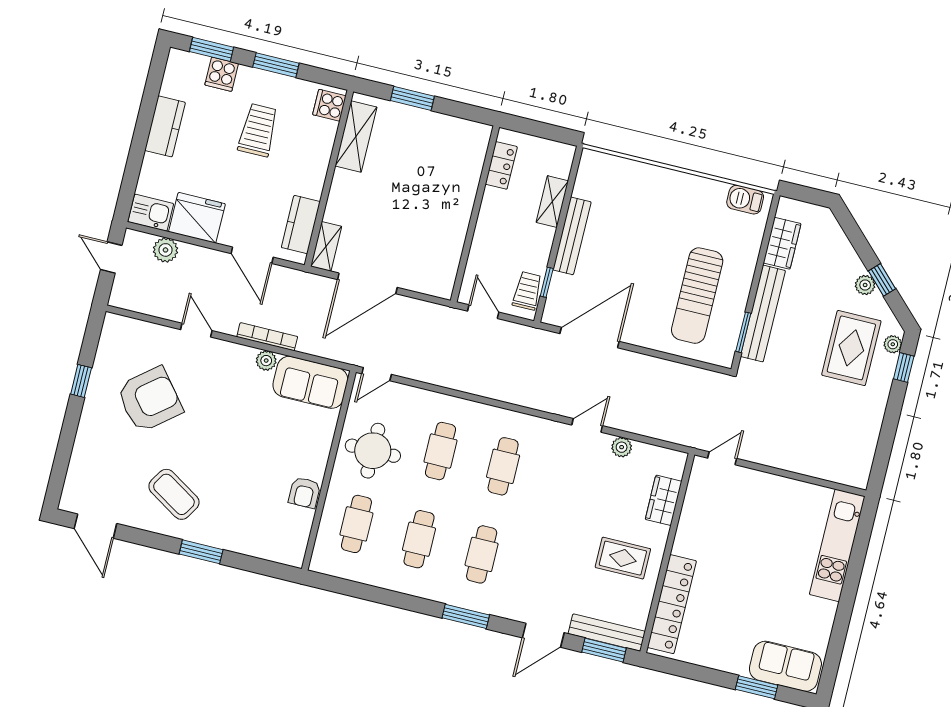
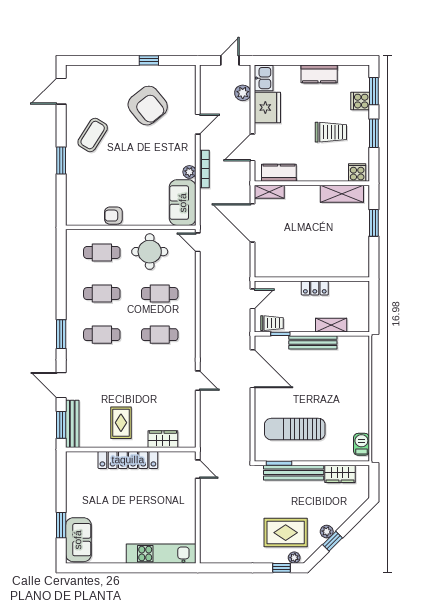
locker: (501, 165) -> (315, 288), moved
plant: (622, 447) -> (189, 405), removed
locker: (672, 604) -> (128, 460), moved

